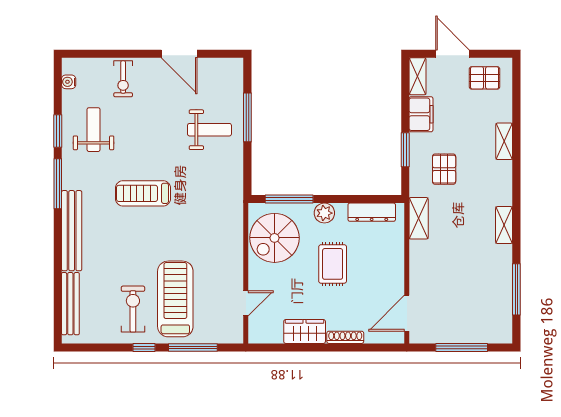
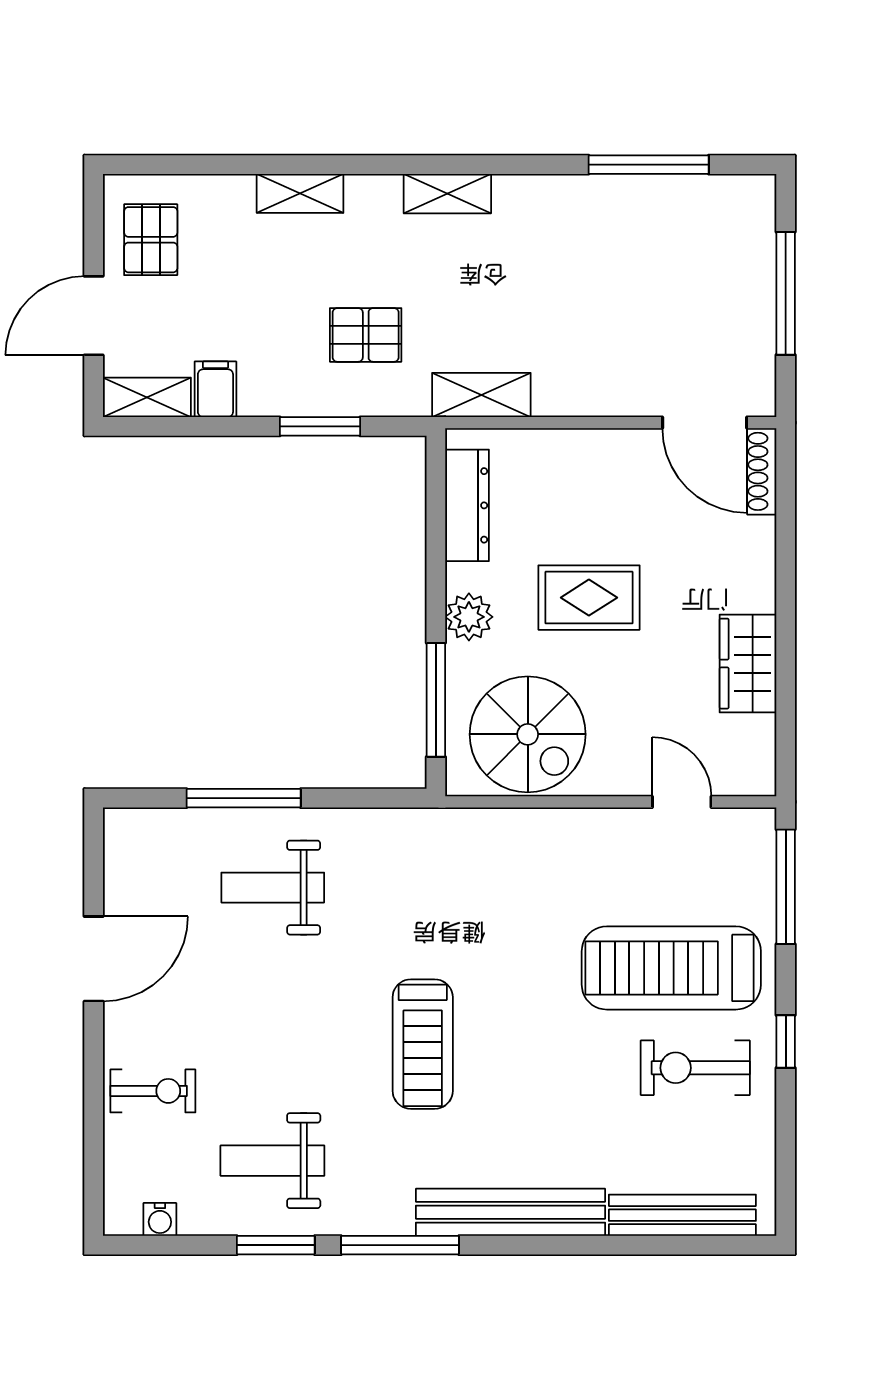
filing cabinet: (421, 114) -> (215, 389), width x0.50
weight bench: (209, 130) -> (273, 888), turned -90
shelving: (504, 225) -> (447, 194), moved
shoe rack: (345, 337) -> (762, 471), moved
window: (193, 347) -> (786, 887), moved

